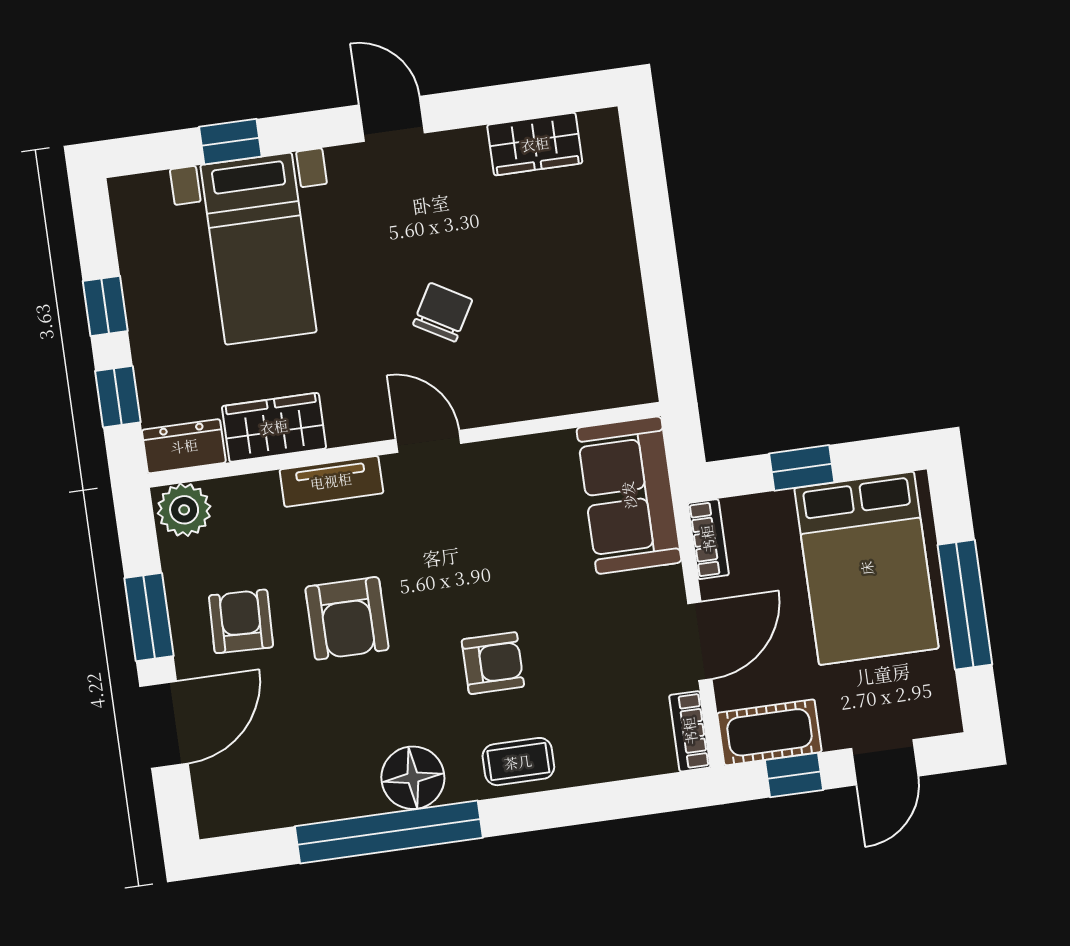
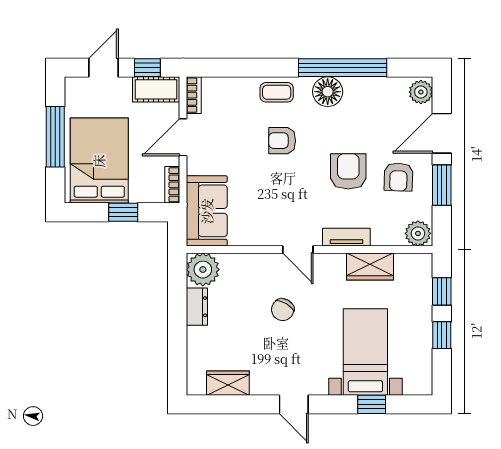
plant: (620, 372) -> (203, 270), added
dresser: (184, 446) -> (197, 307), moved, turned -90
plant: (219, 804) -> (421, 92), added

